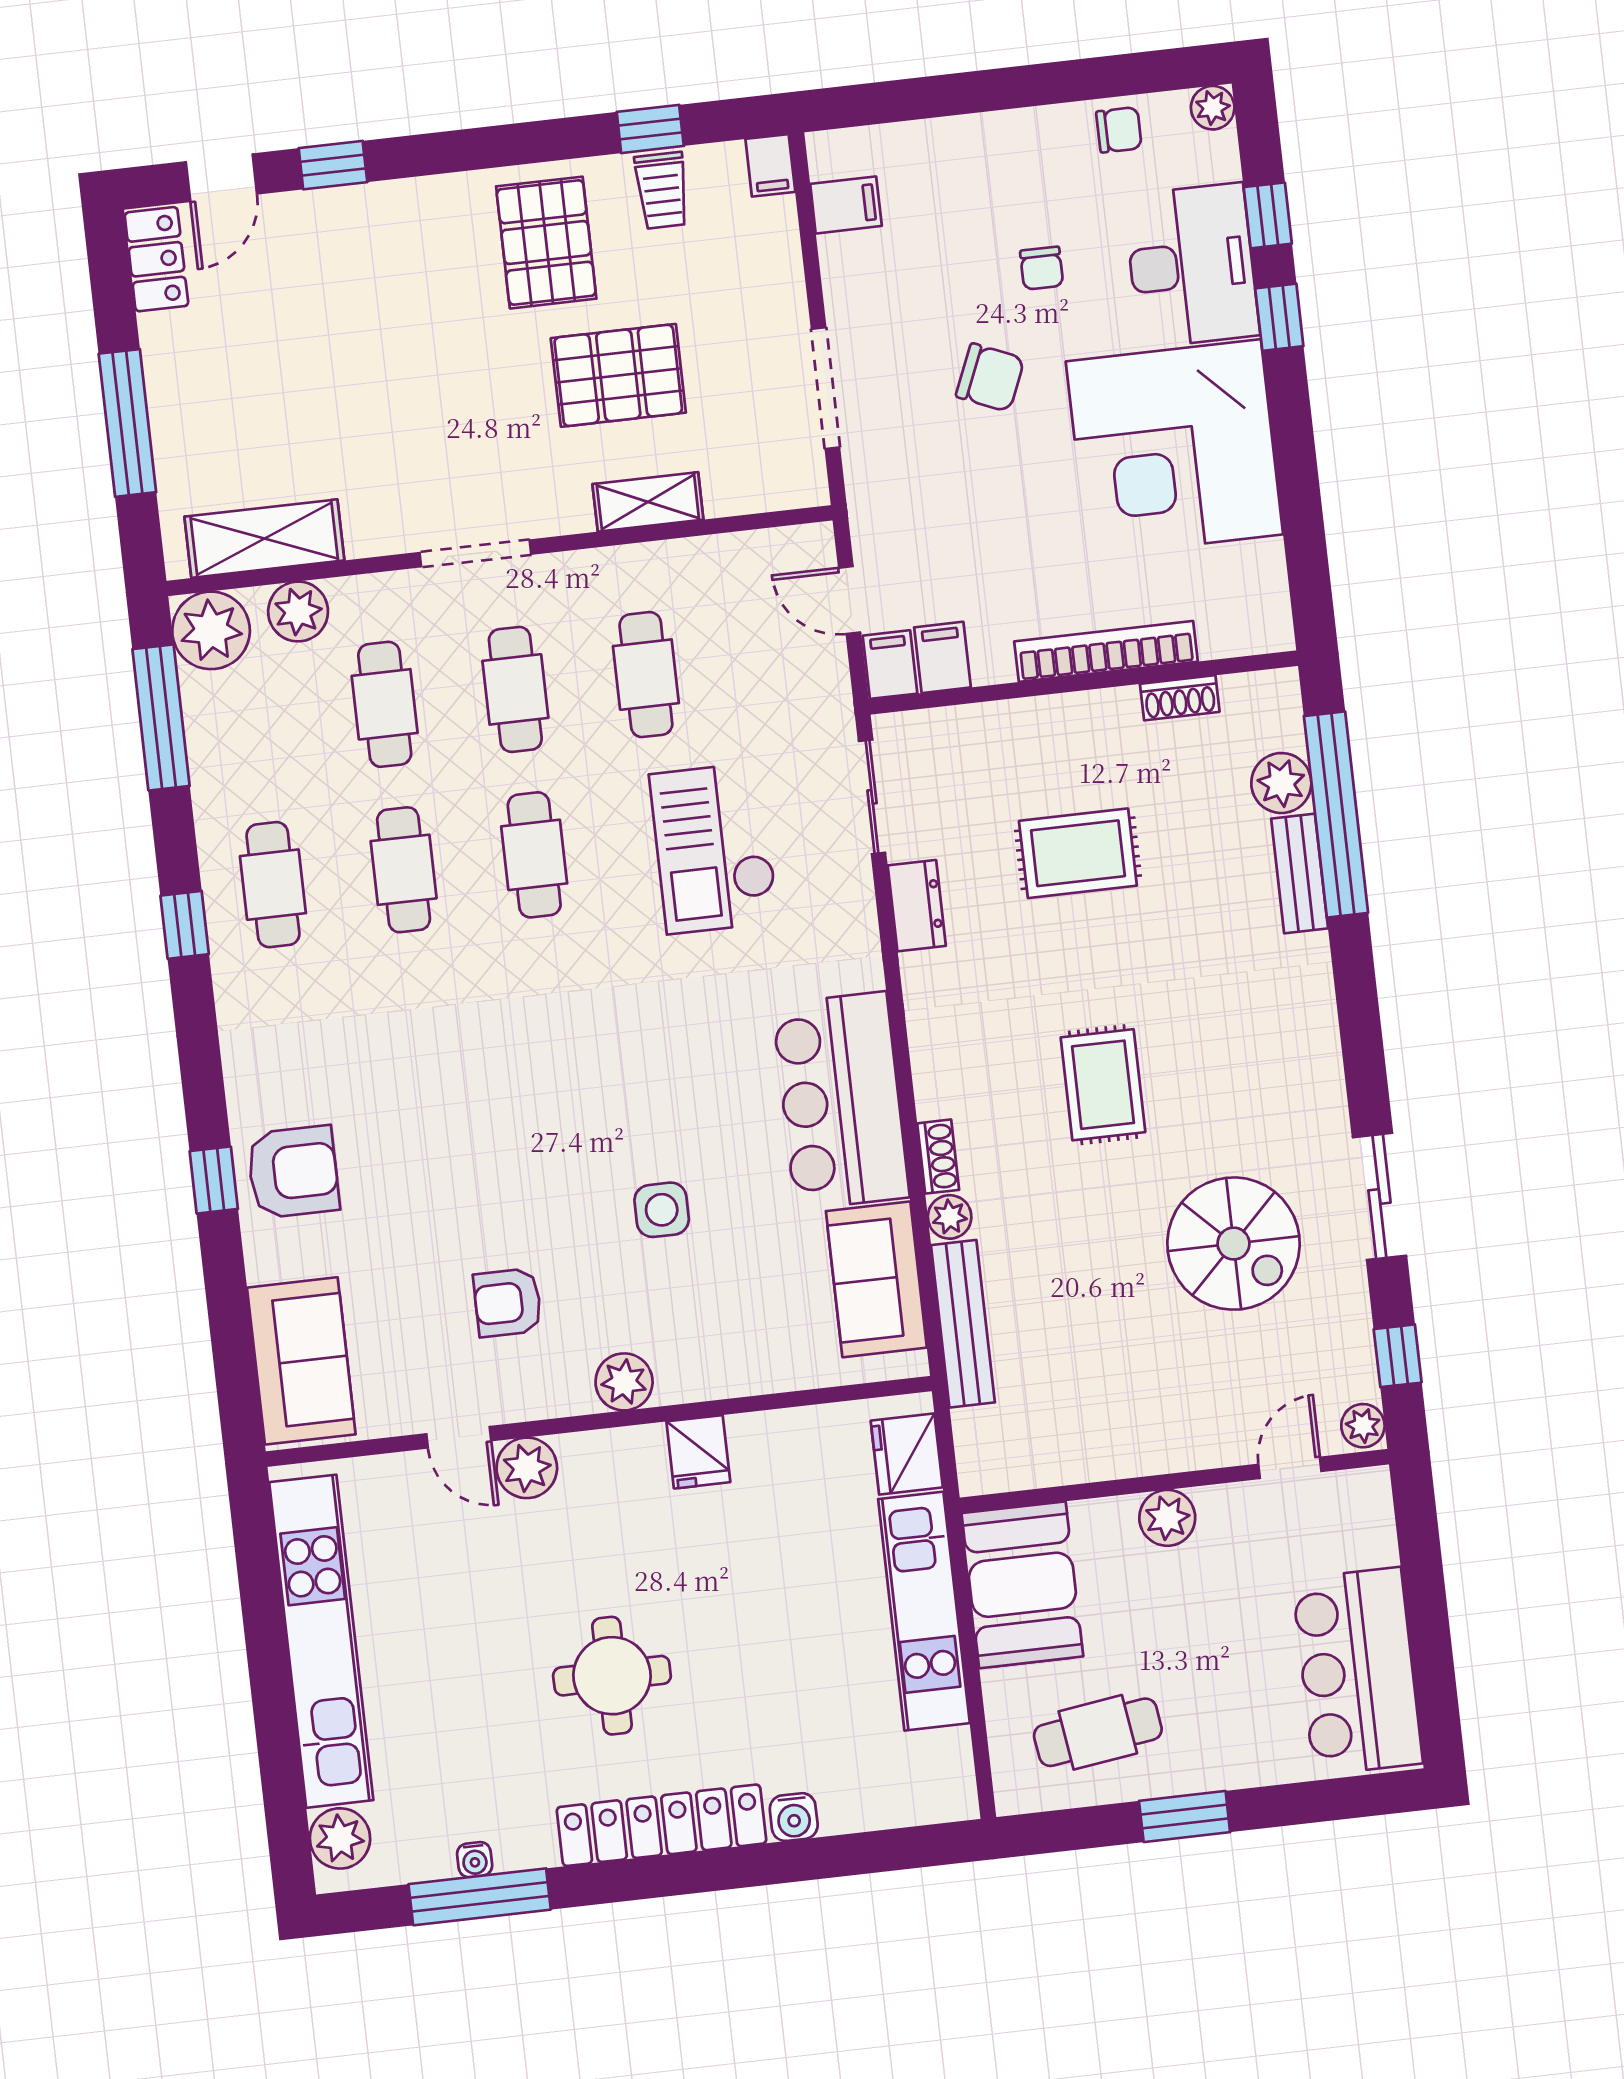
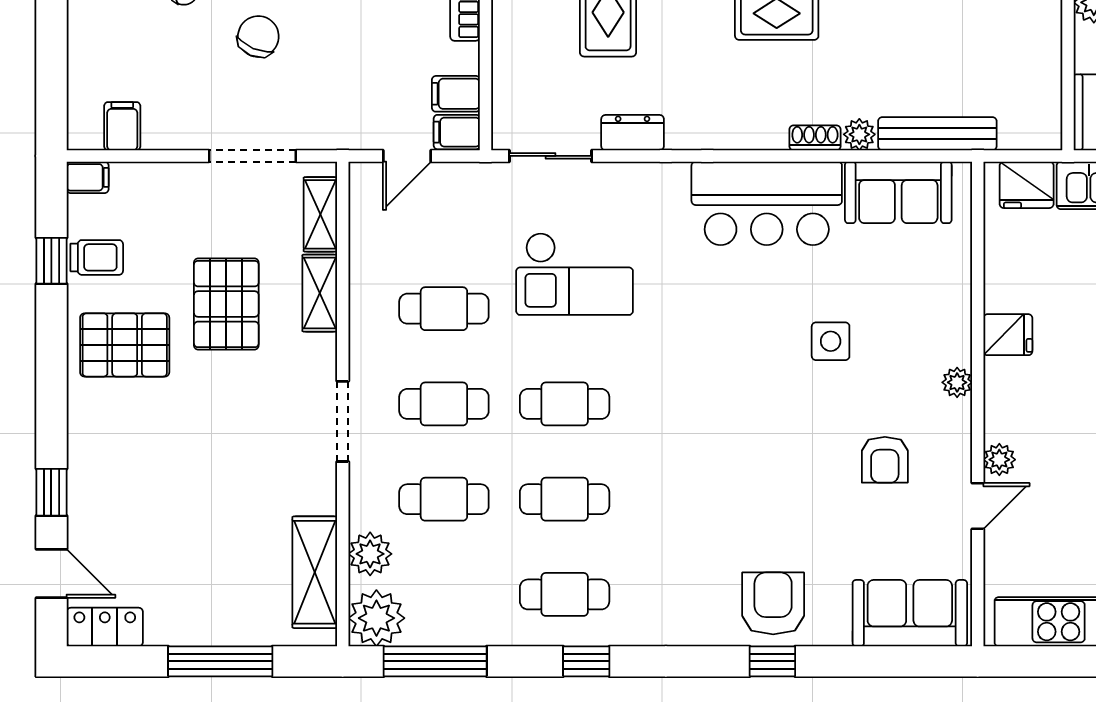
shelving: (756, 490) -> (320, 214), added
plant: (624, 1382) -> (957, 382), width x0.73, depth x0.73
plant: (527, 1468) -> (999, 460), width x0.73, depth x0.73

